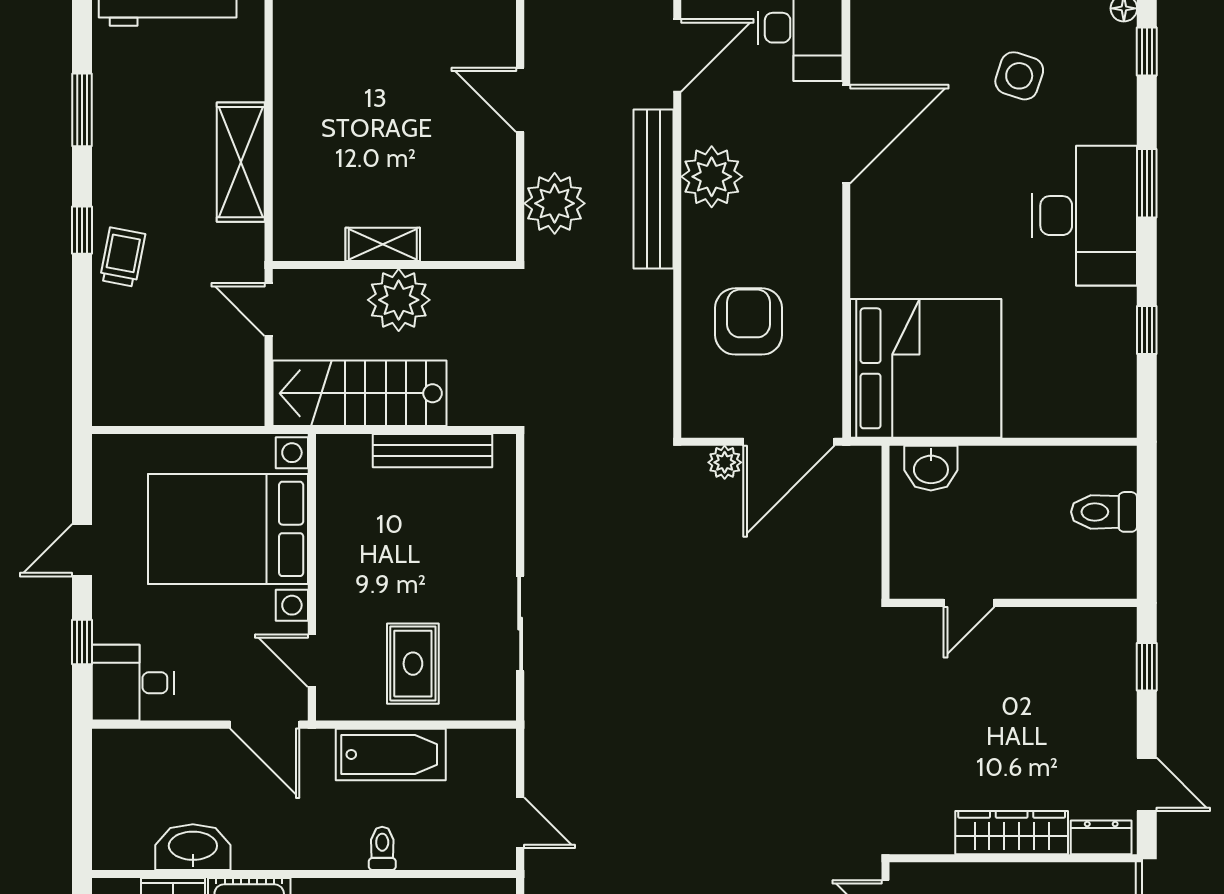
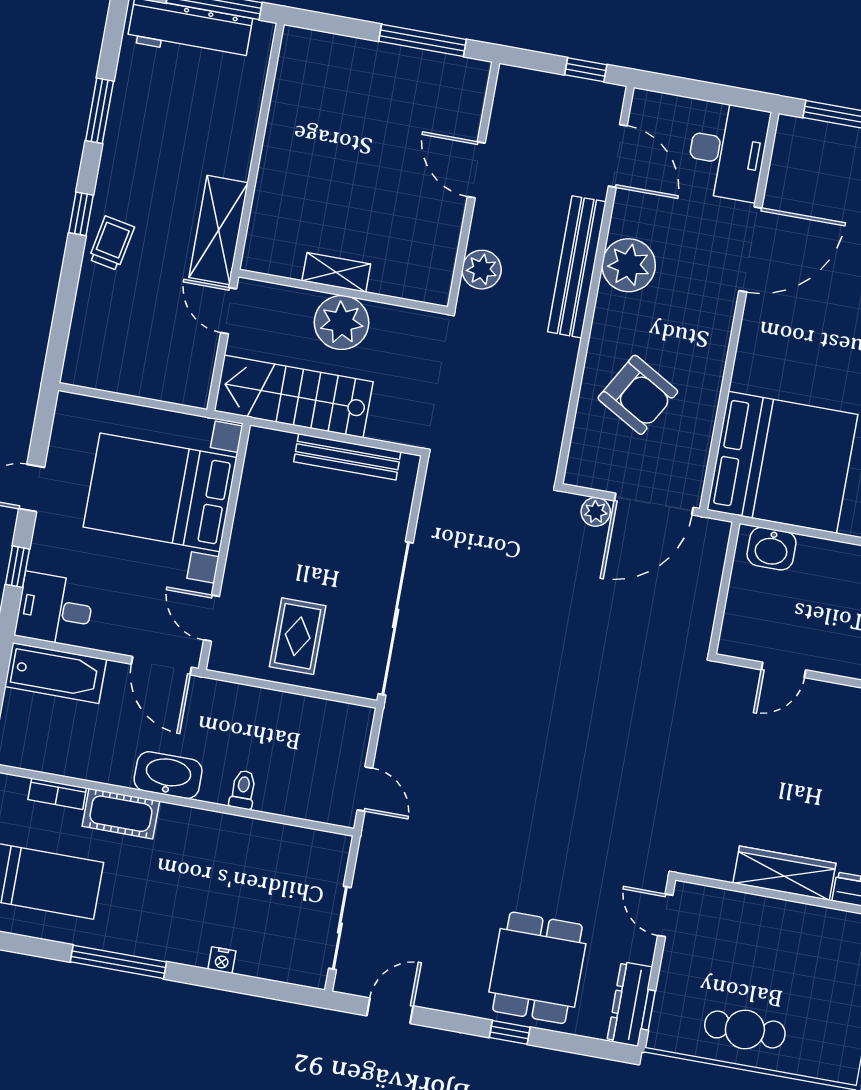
door: (677, 55) -> (618, 156), hinge flipped
shelving: (241, 162) -> (219, 230), moved
plant: (555, 203) -> (482, 270), width x0.73, depth x0.73
armchair: (749, 321) -> (638, 395), turned 120
sliding door: (520, 624) -> (396, 618), width x1.86
bathtub: (391, 754) -> (56, 673), moved
washbasin: (193, 847) -> (168, 775), moved

